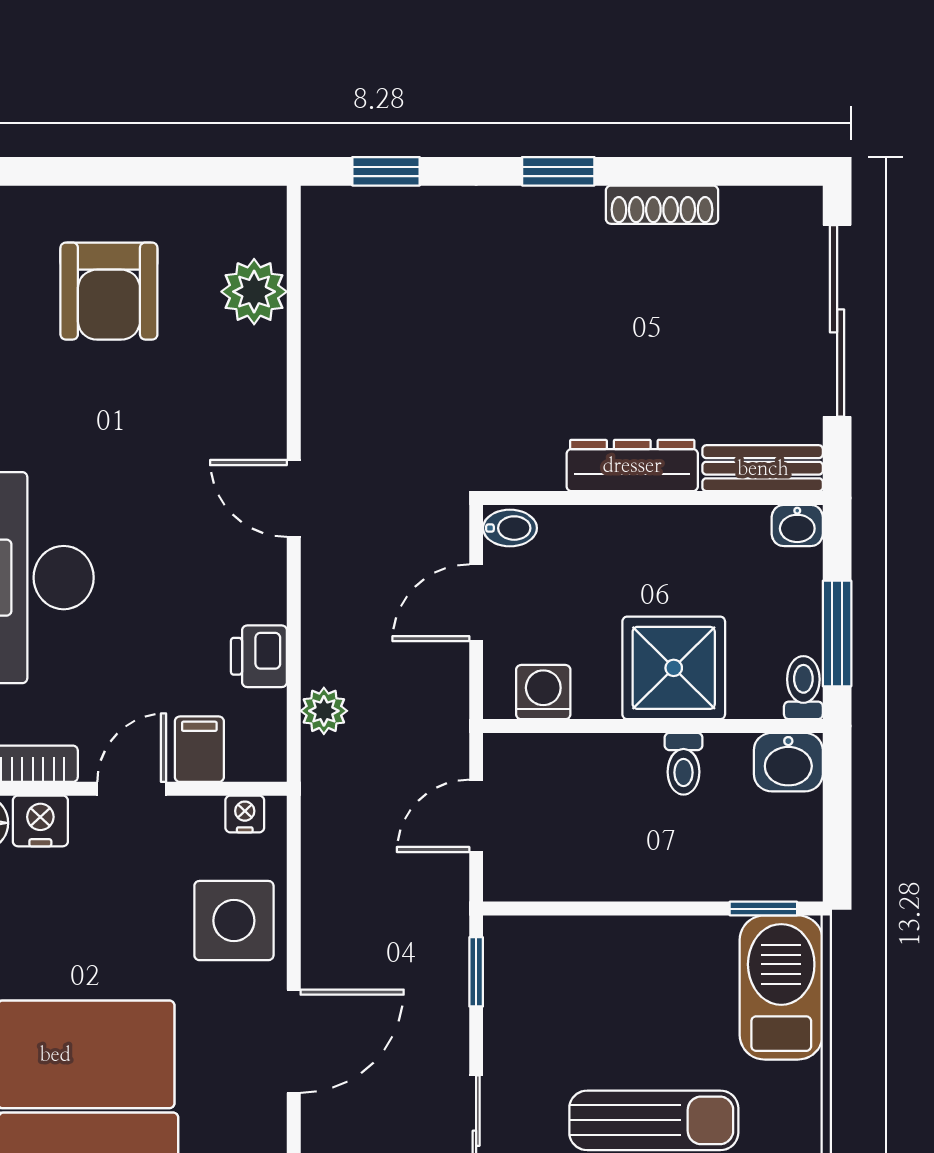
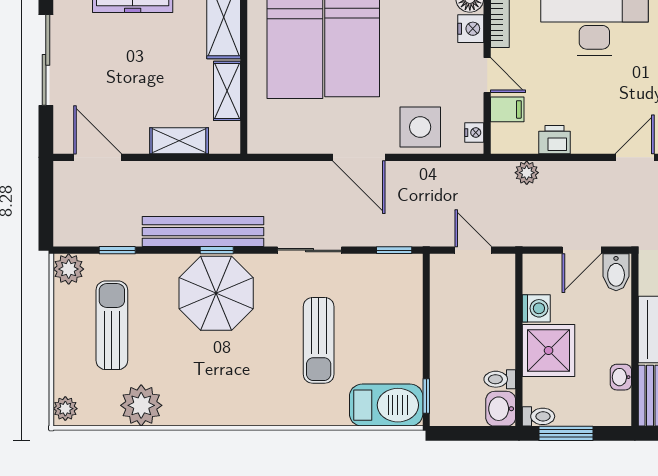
washbasin: (797, 525) -> (621, 377), moved
bidet: (510, 528) -> (616, 272), width x1.38, depth x1.36
door: (476, 603) -> (582, 250), swing flipped
washing machine: (543, 692) -> (536, 308), moved
toilet: (684, 764) -> (500, 379), moved

